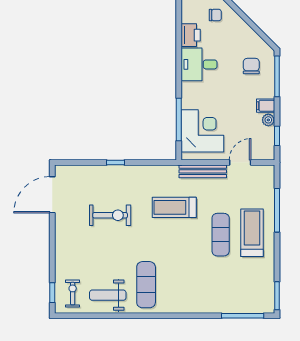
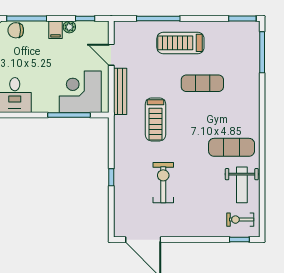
chair: (251, 66) -> (16, 30), moved
exercise mat: (221, 235) -> (202, 83), moved

